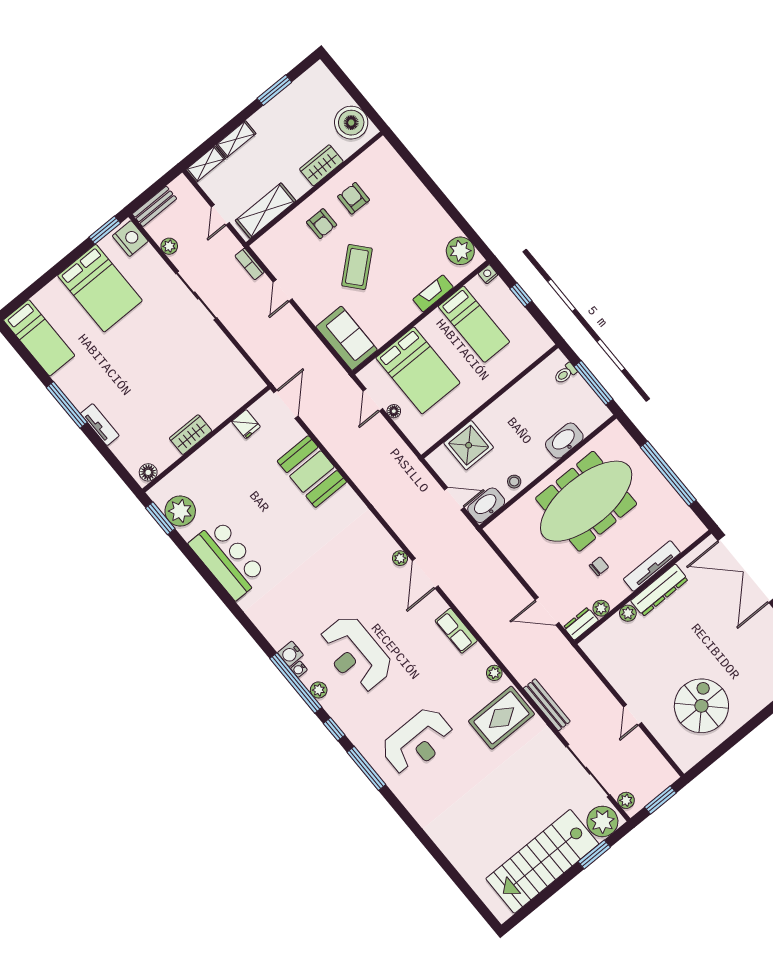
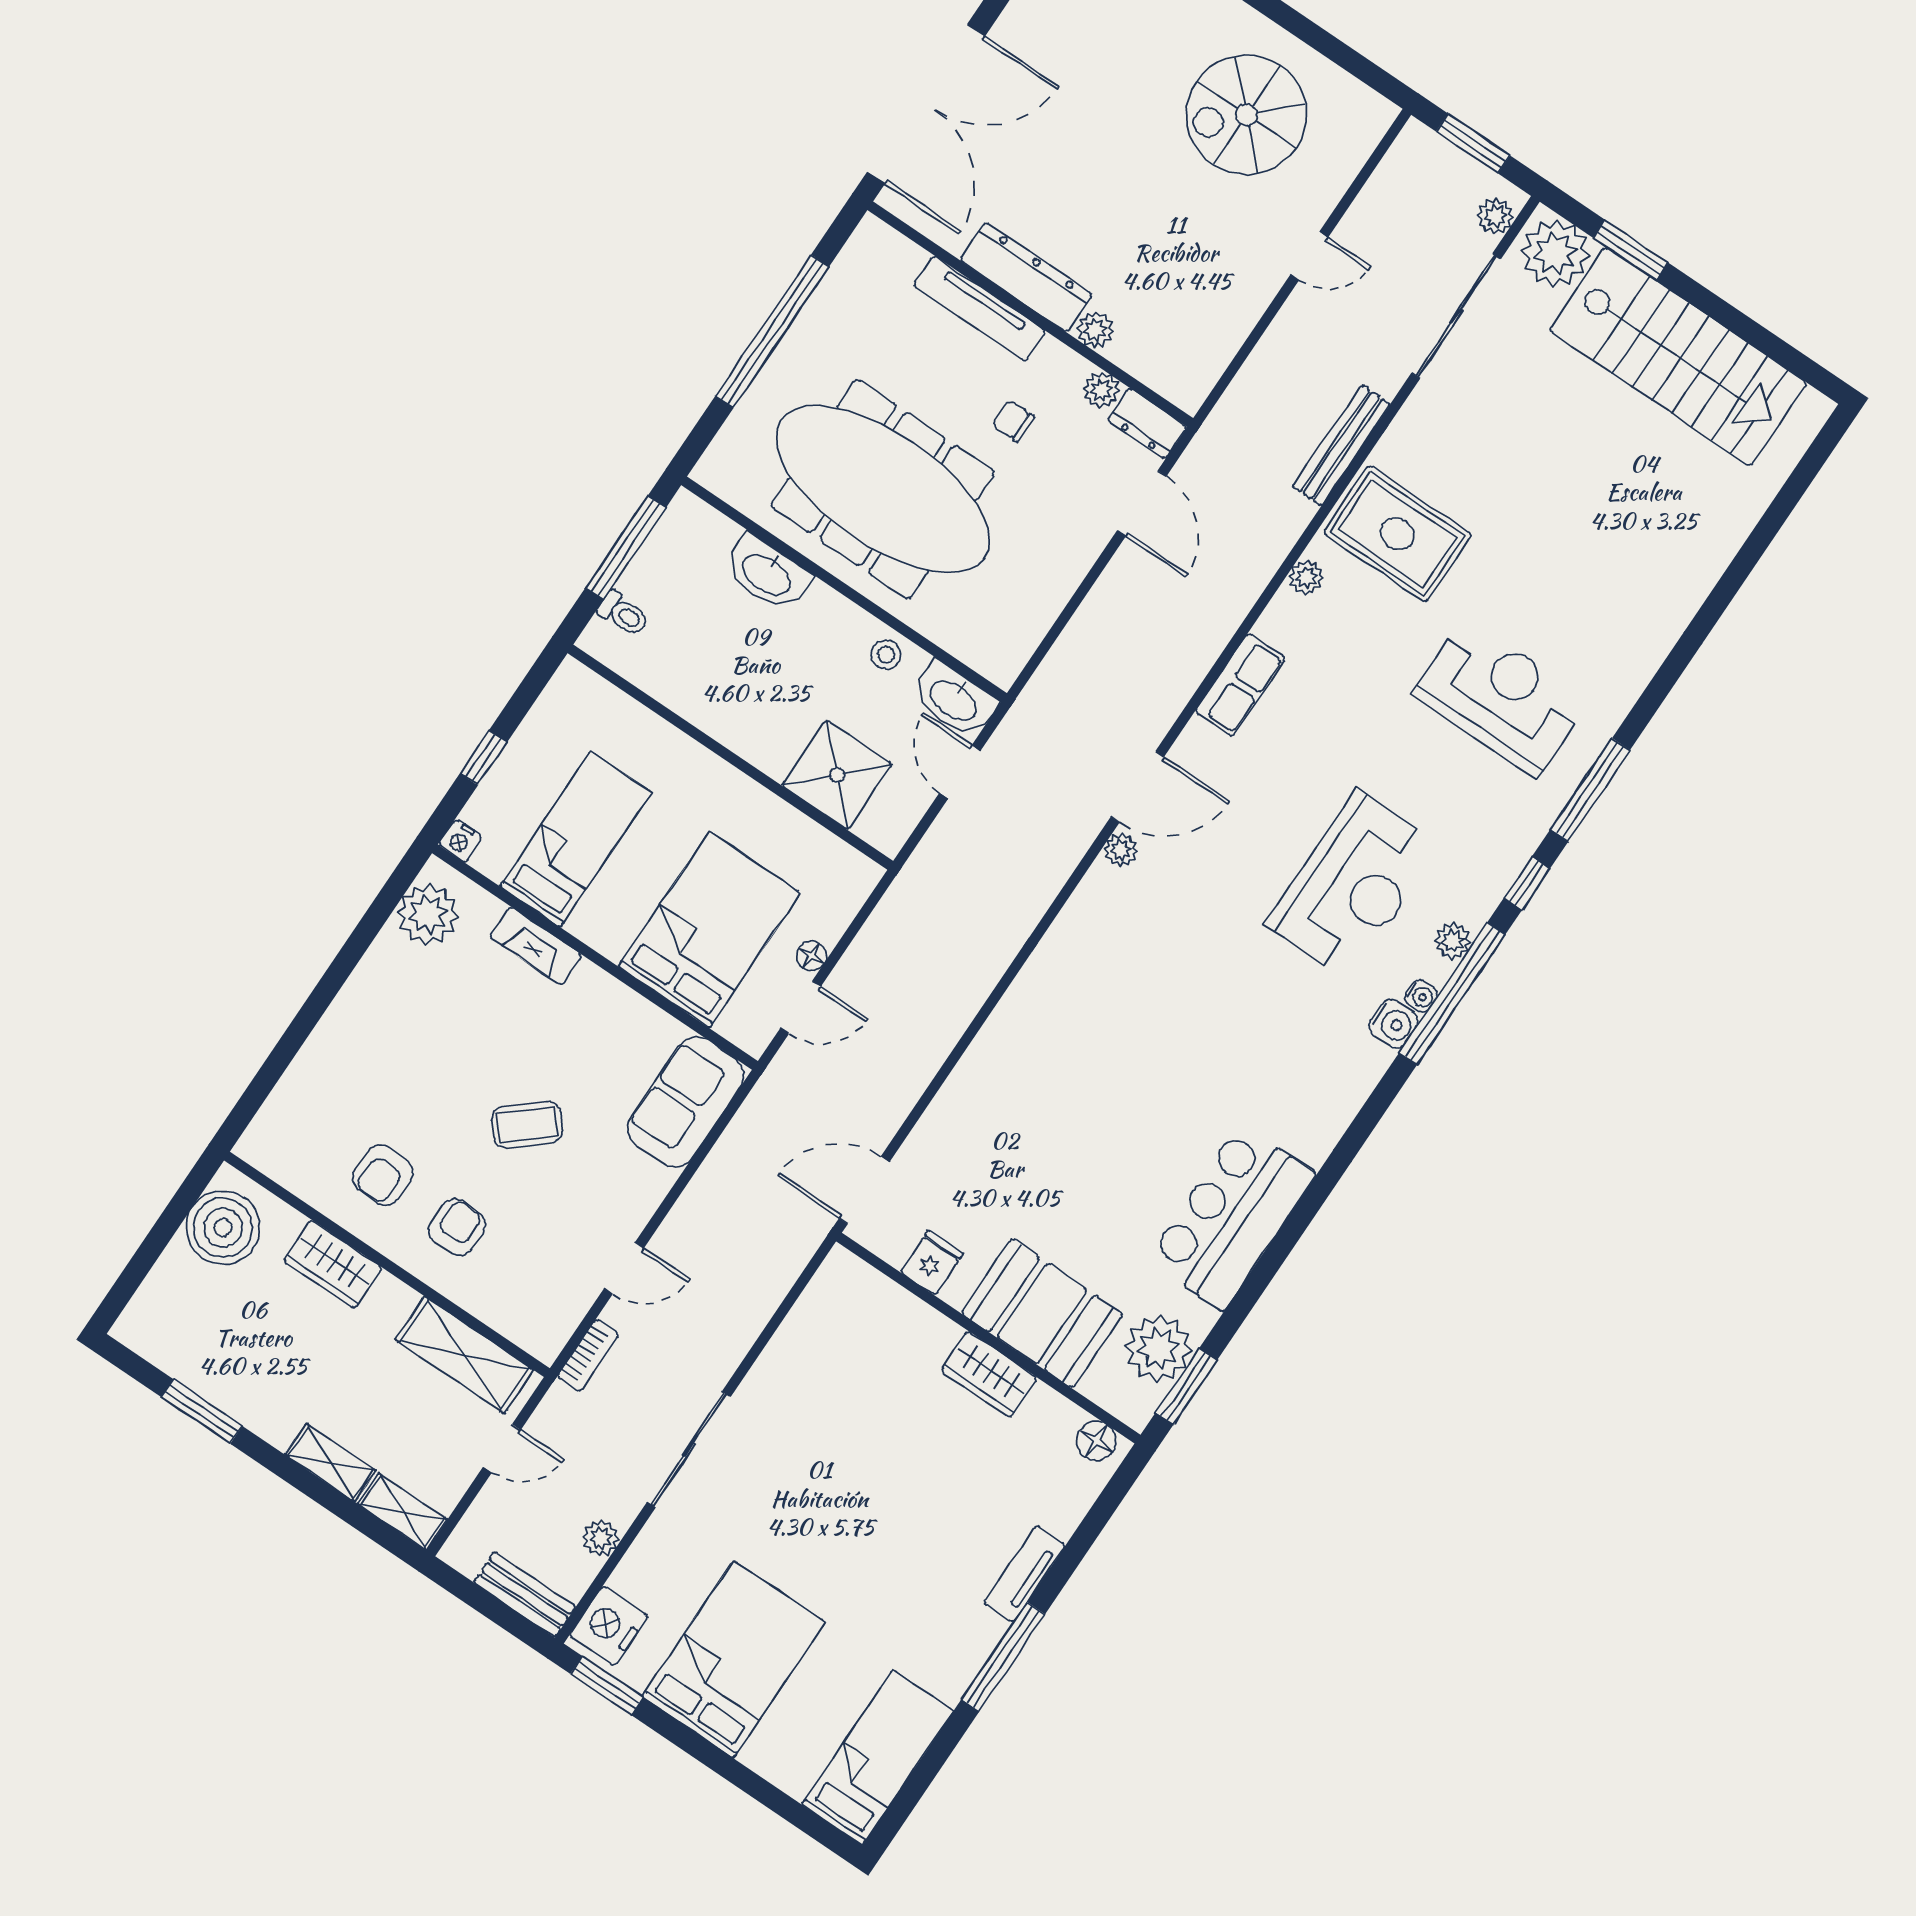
coffee table: (357, 267) -> (527, 1125), width x0.73, depth x0.77
booth: (312, 472) -> (1042, 1313), moved, turned 90

